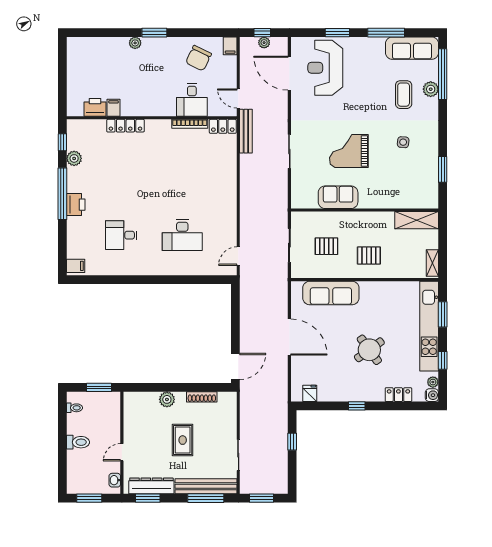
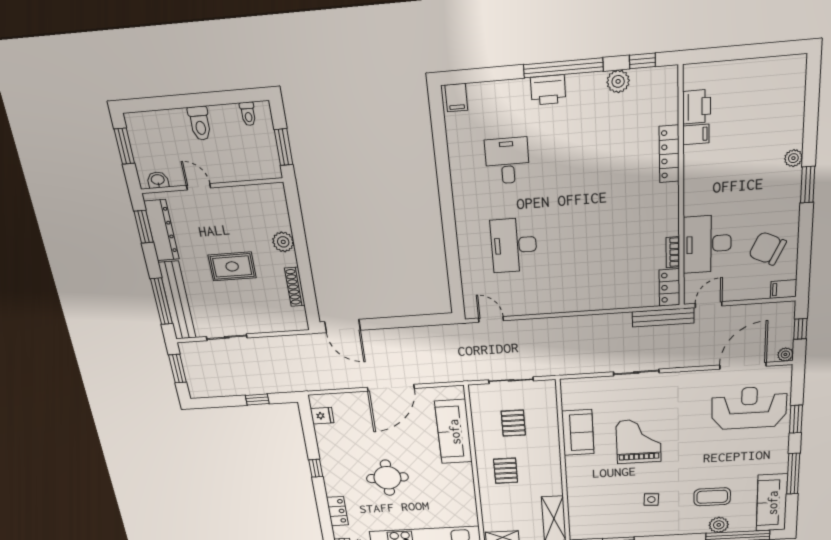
plant: (264, 43) -> (785, 354), moved
desk: (192, 100) -> (707, 244), width x1.37
bookcase: (190, 124) -> (673, 252), width x0.64
round table: (369, 350) -> (387, 478), turned 36

